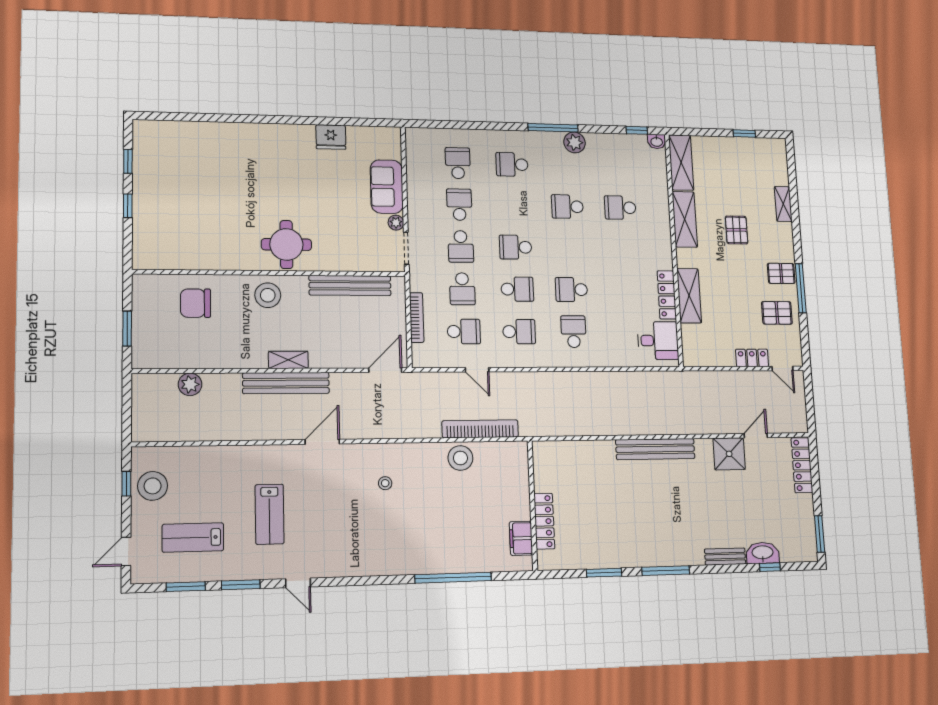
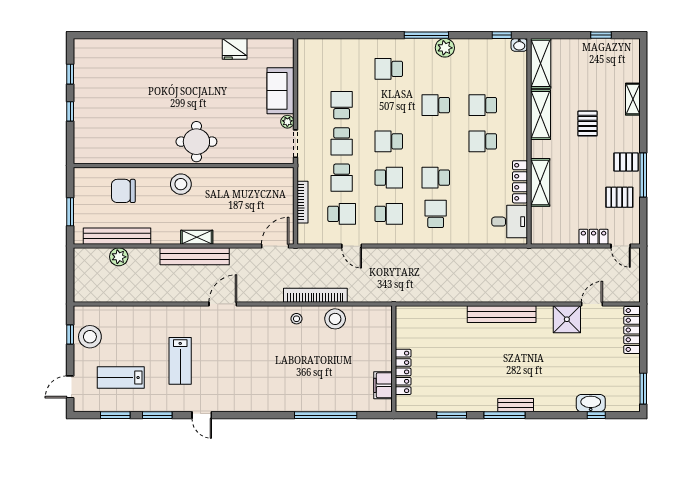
school desk: (458, 163) -> (483, 141), moved, turned -90
bench: (350, 285) -> (117, 236), moved
bookcase: (480, 429) -> (315, 295), moved
stool: (385, 483) -> (296, 319), moved
bench: (725, 557) -> (516, 405), moved

